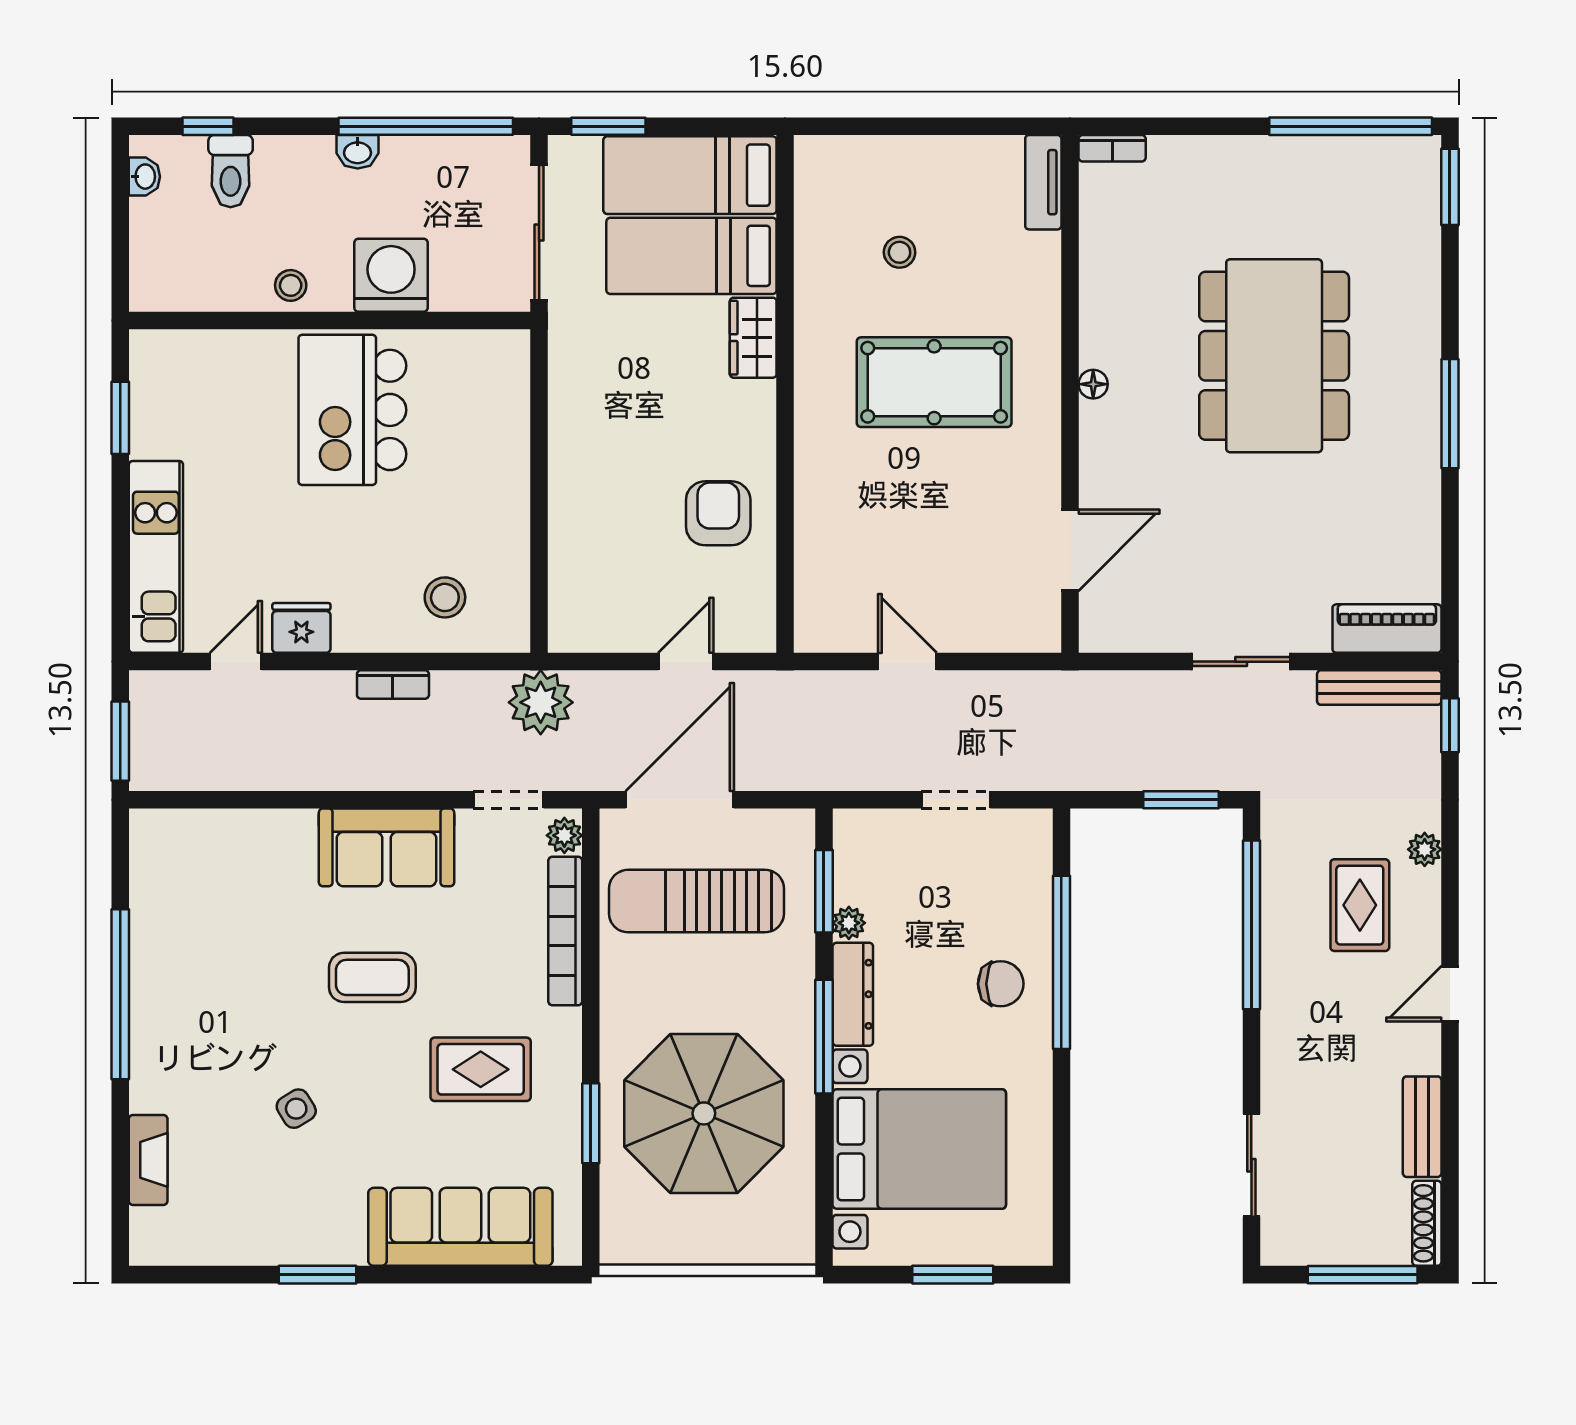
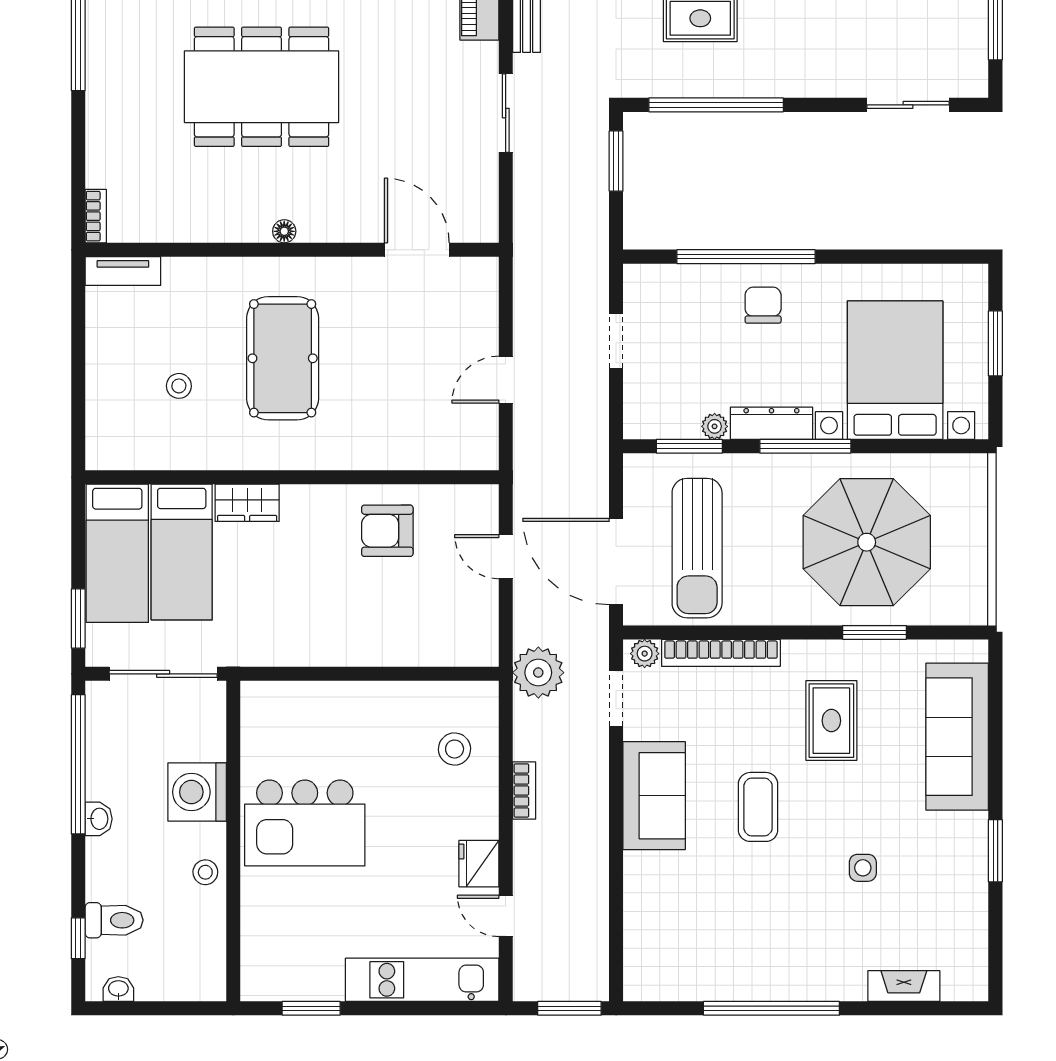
side table: (296, 1109) -> (863, 868), turned 32

